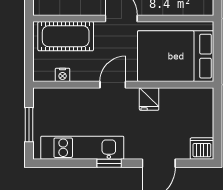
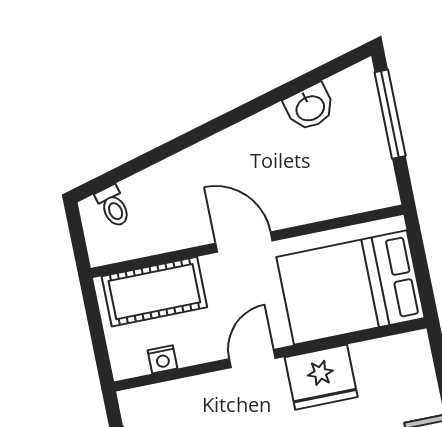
fridge: (149, 99) -> (321, 377), width x1.88, depth x1.34

